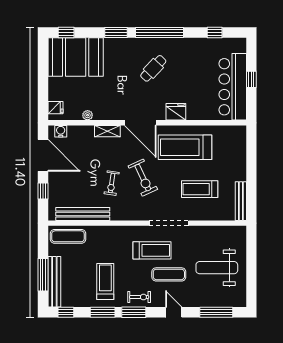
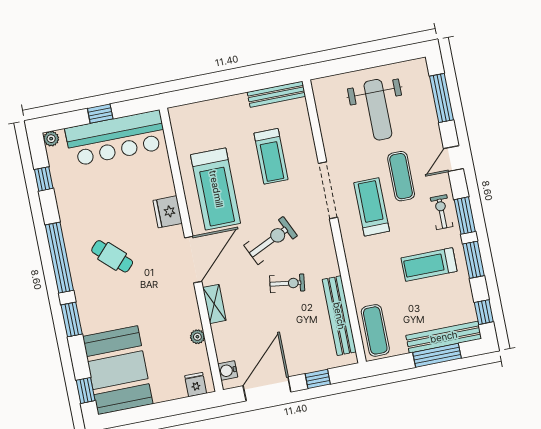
plant: (241, 43) -> (51, 139), added

